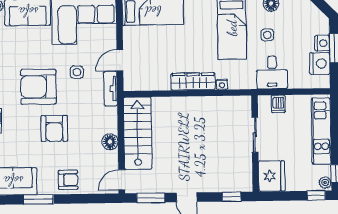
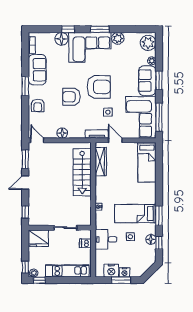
wardrobe: (193, 81) -> (101, 162), moved
armchair: (38, 87) -> (99, 87), turned 90
stairs: (138, 133) -> (82, 172), moved, turned 90

